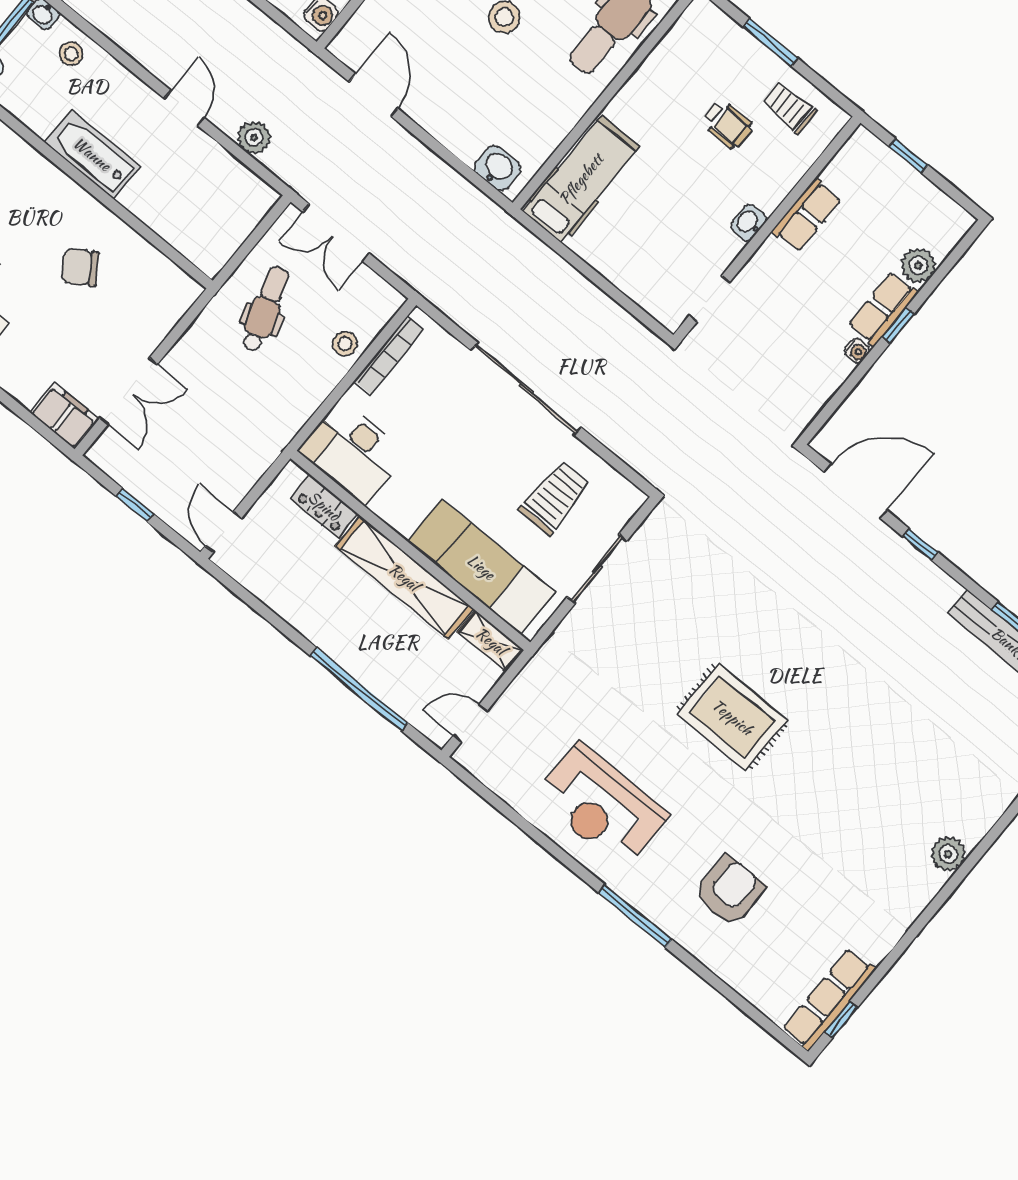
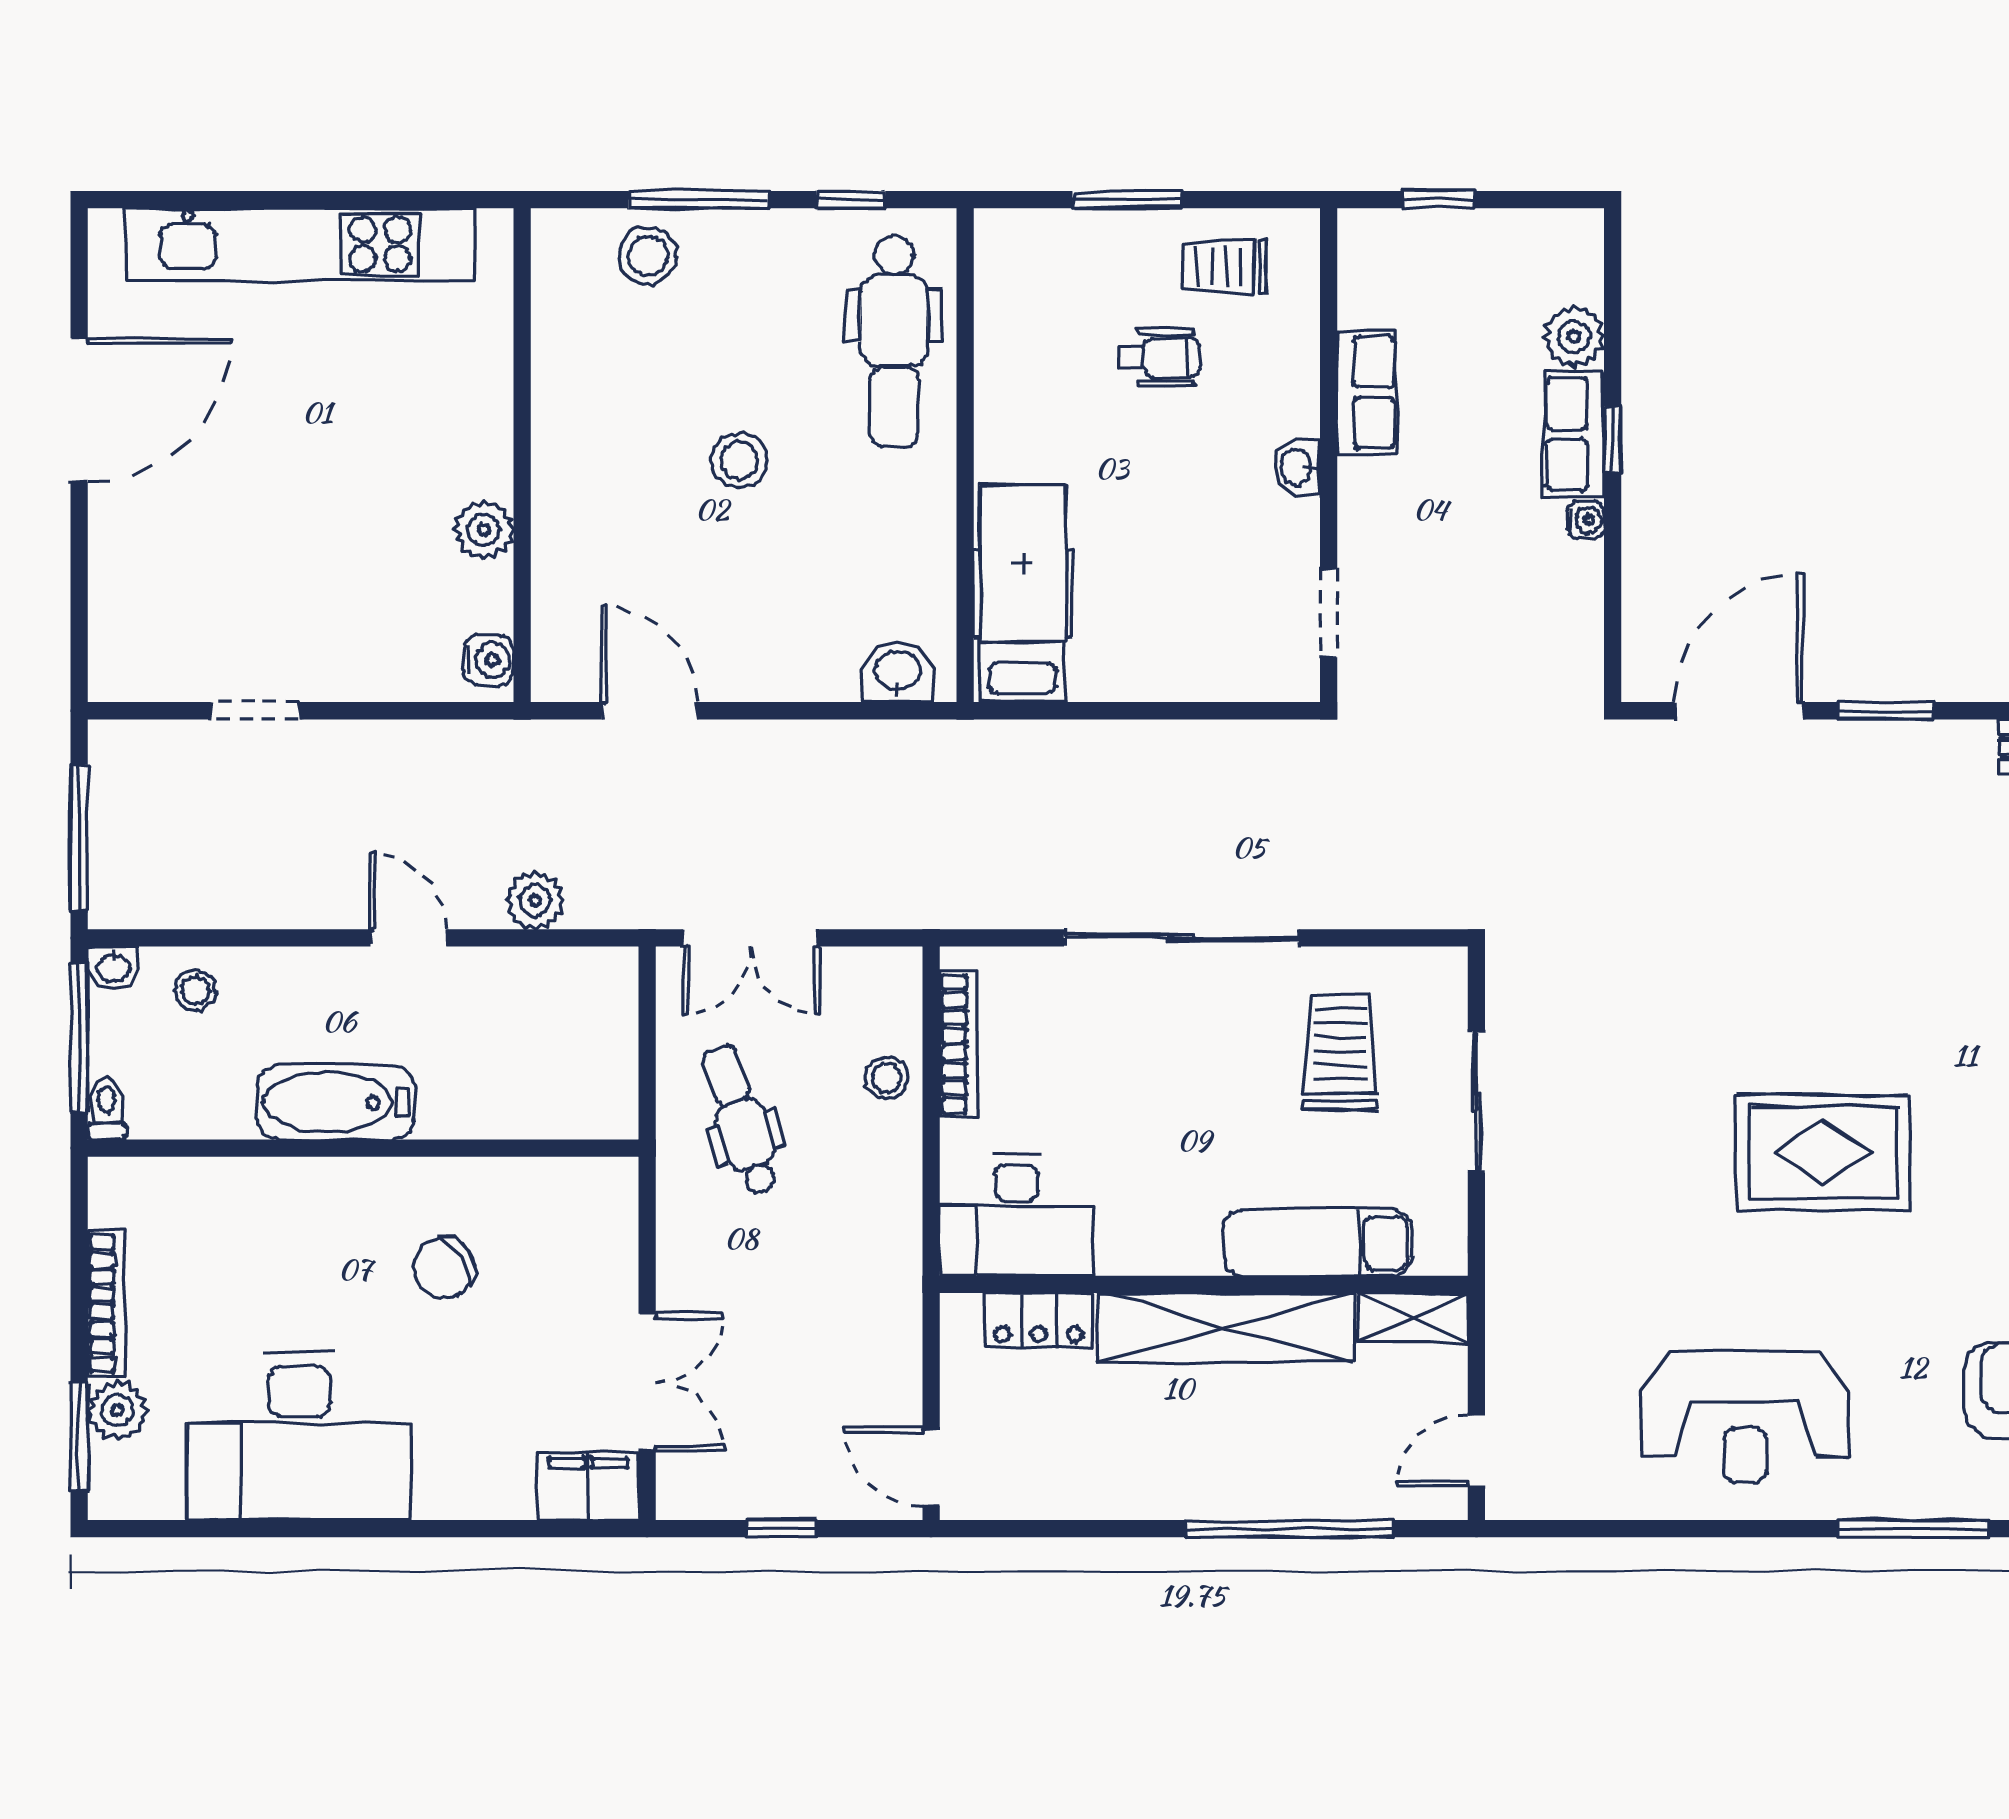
window: (920, 544) -> (1885, 711), width x1.50
exam couch: (481, 567) -> (1318, 1243), width x0.73, depth x0.69

